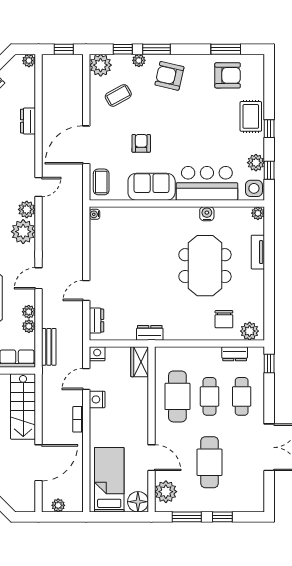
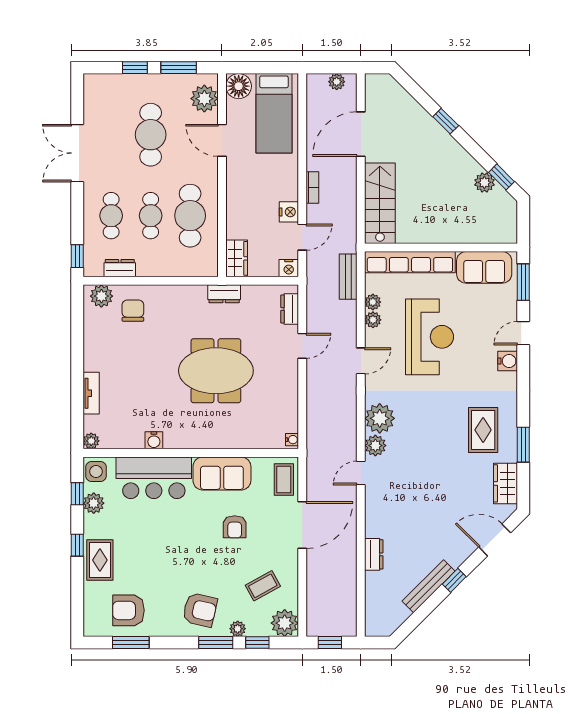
plant: (29, 61) -> (373, 629), removed
meeting table: (205, 266) -> (216, 371), moved, turned 90

